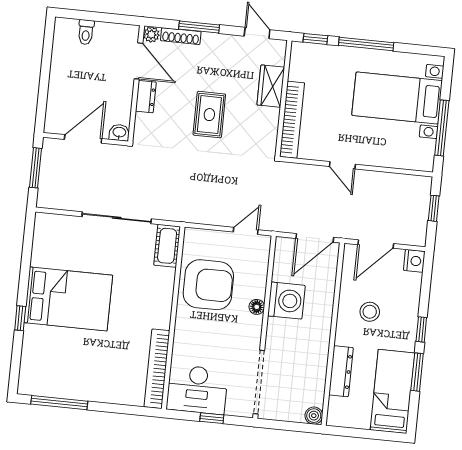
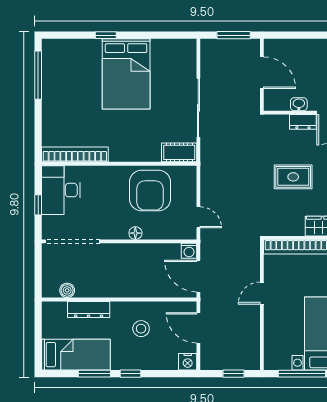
washbasin: (119, 133) -> (299, 104), moved, turned -90
washing machine: (286, 301) -> (189, 251), moved, width x0.53, depth x0.53
boiler: (314, 416) -> (67, 290), moved

